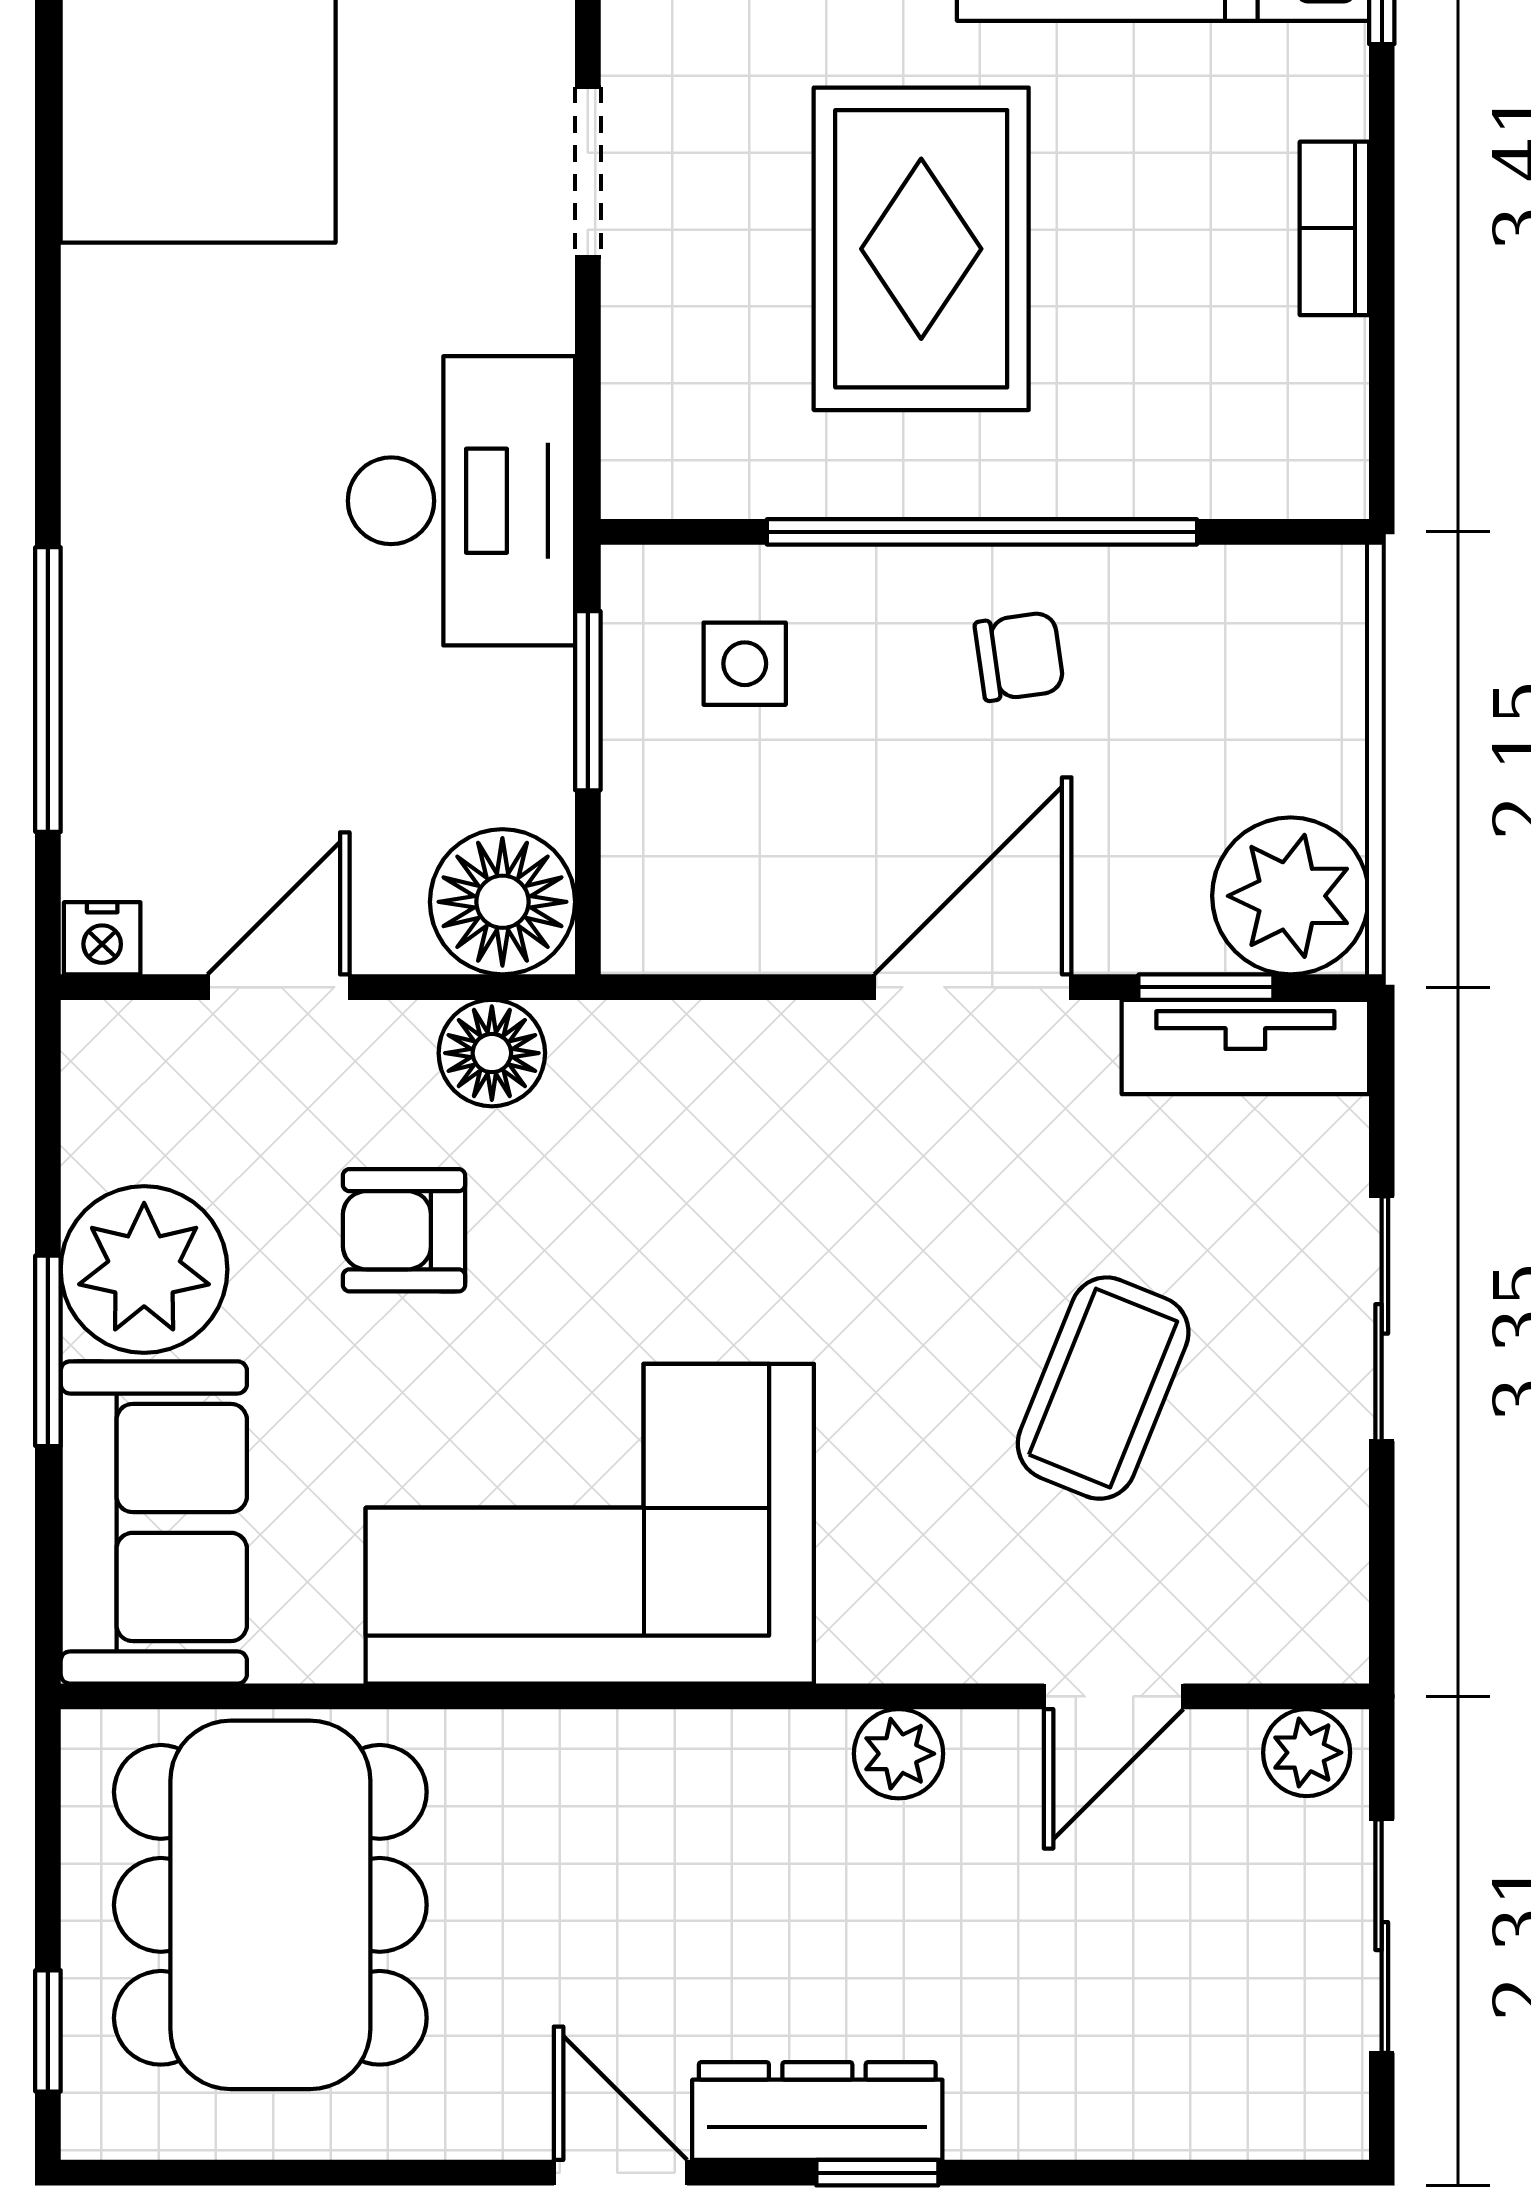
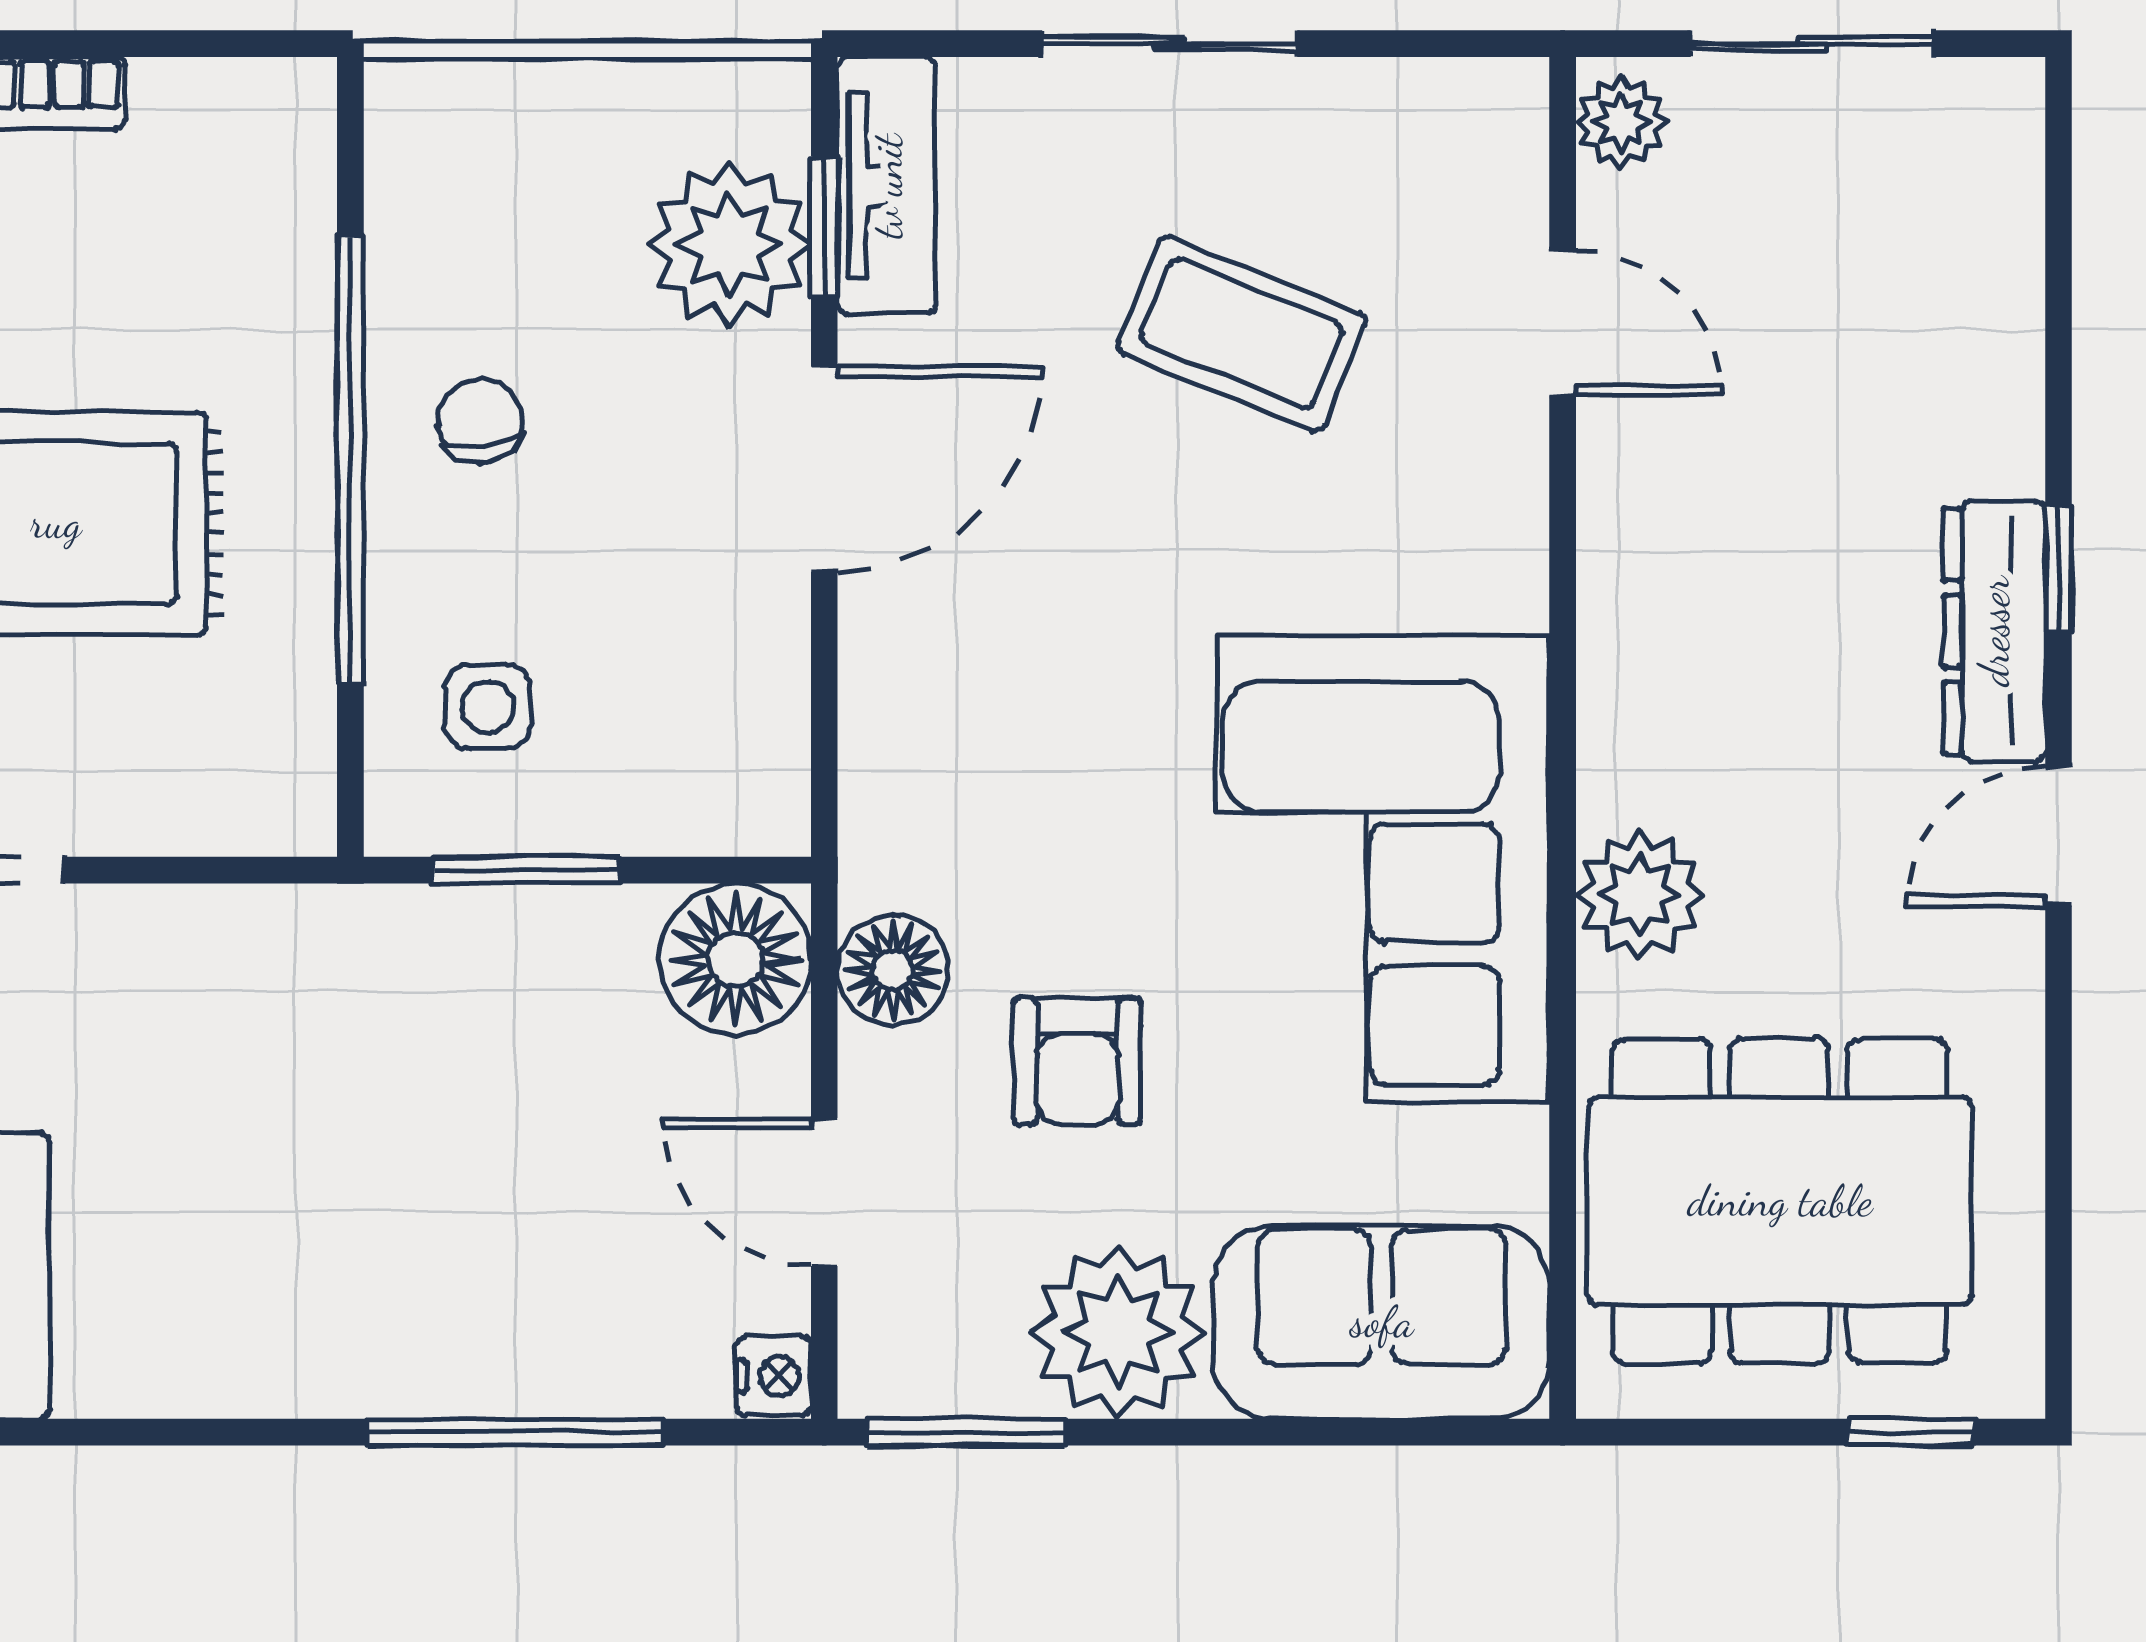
desk: (461, 501) -> (318, 1002), removed
plant: (1291, 896) -> (729, 245), moved
door: (973, 987) -> (824, 469), swing flipped
window: (48, 1351) -> (966, 1432), moved
plant: (899, 1754) -> (1640, 895), moved, width x1.38, depth x1.38

